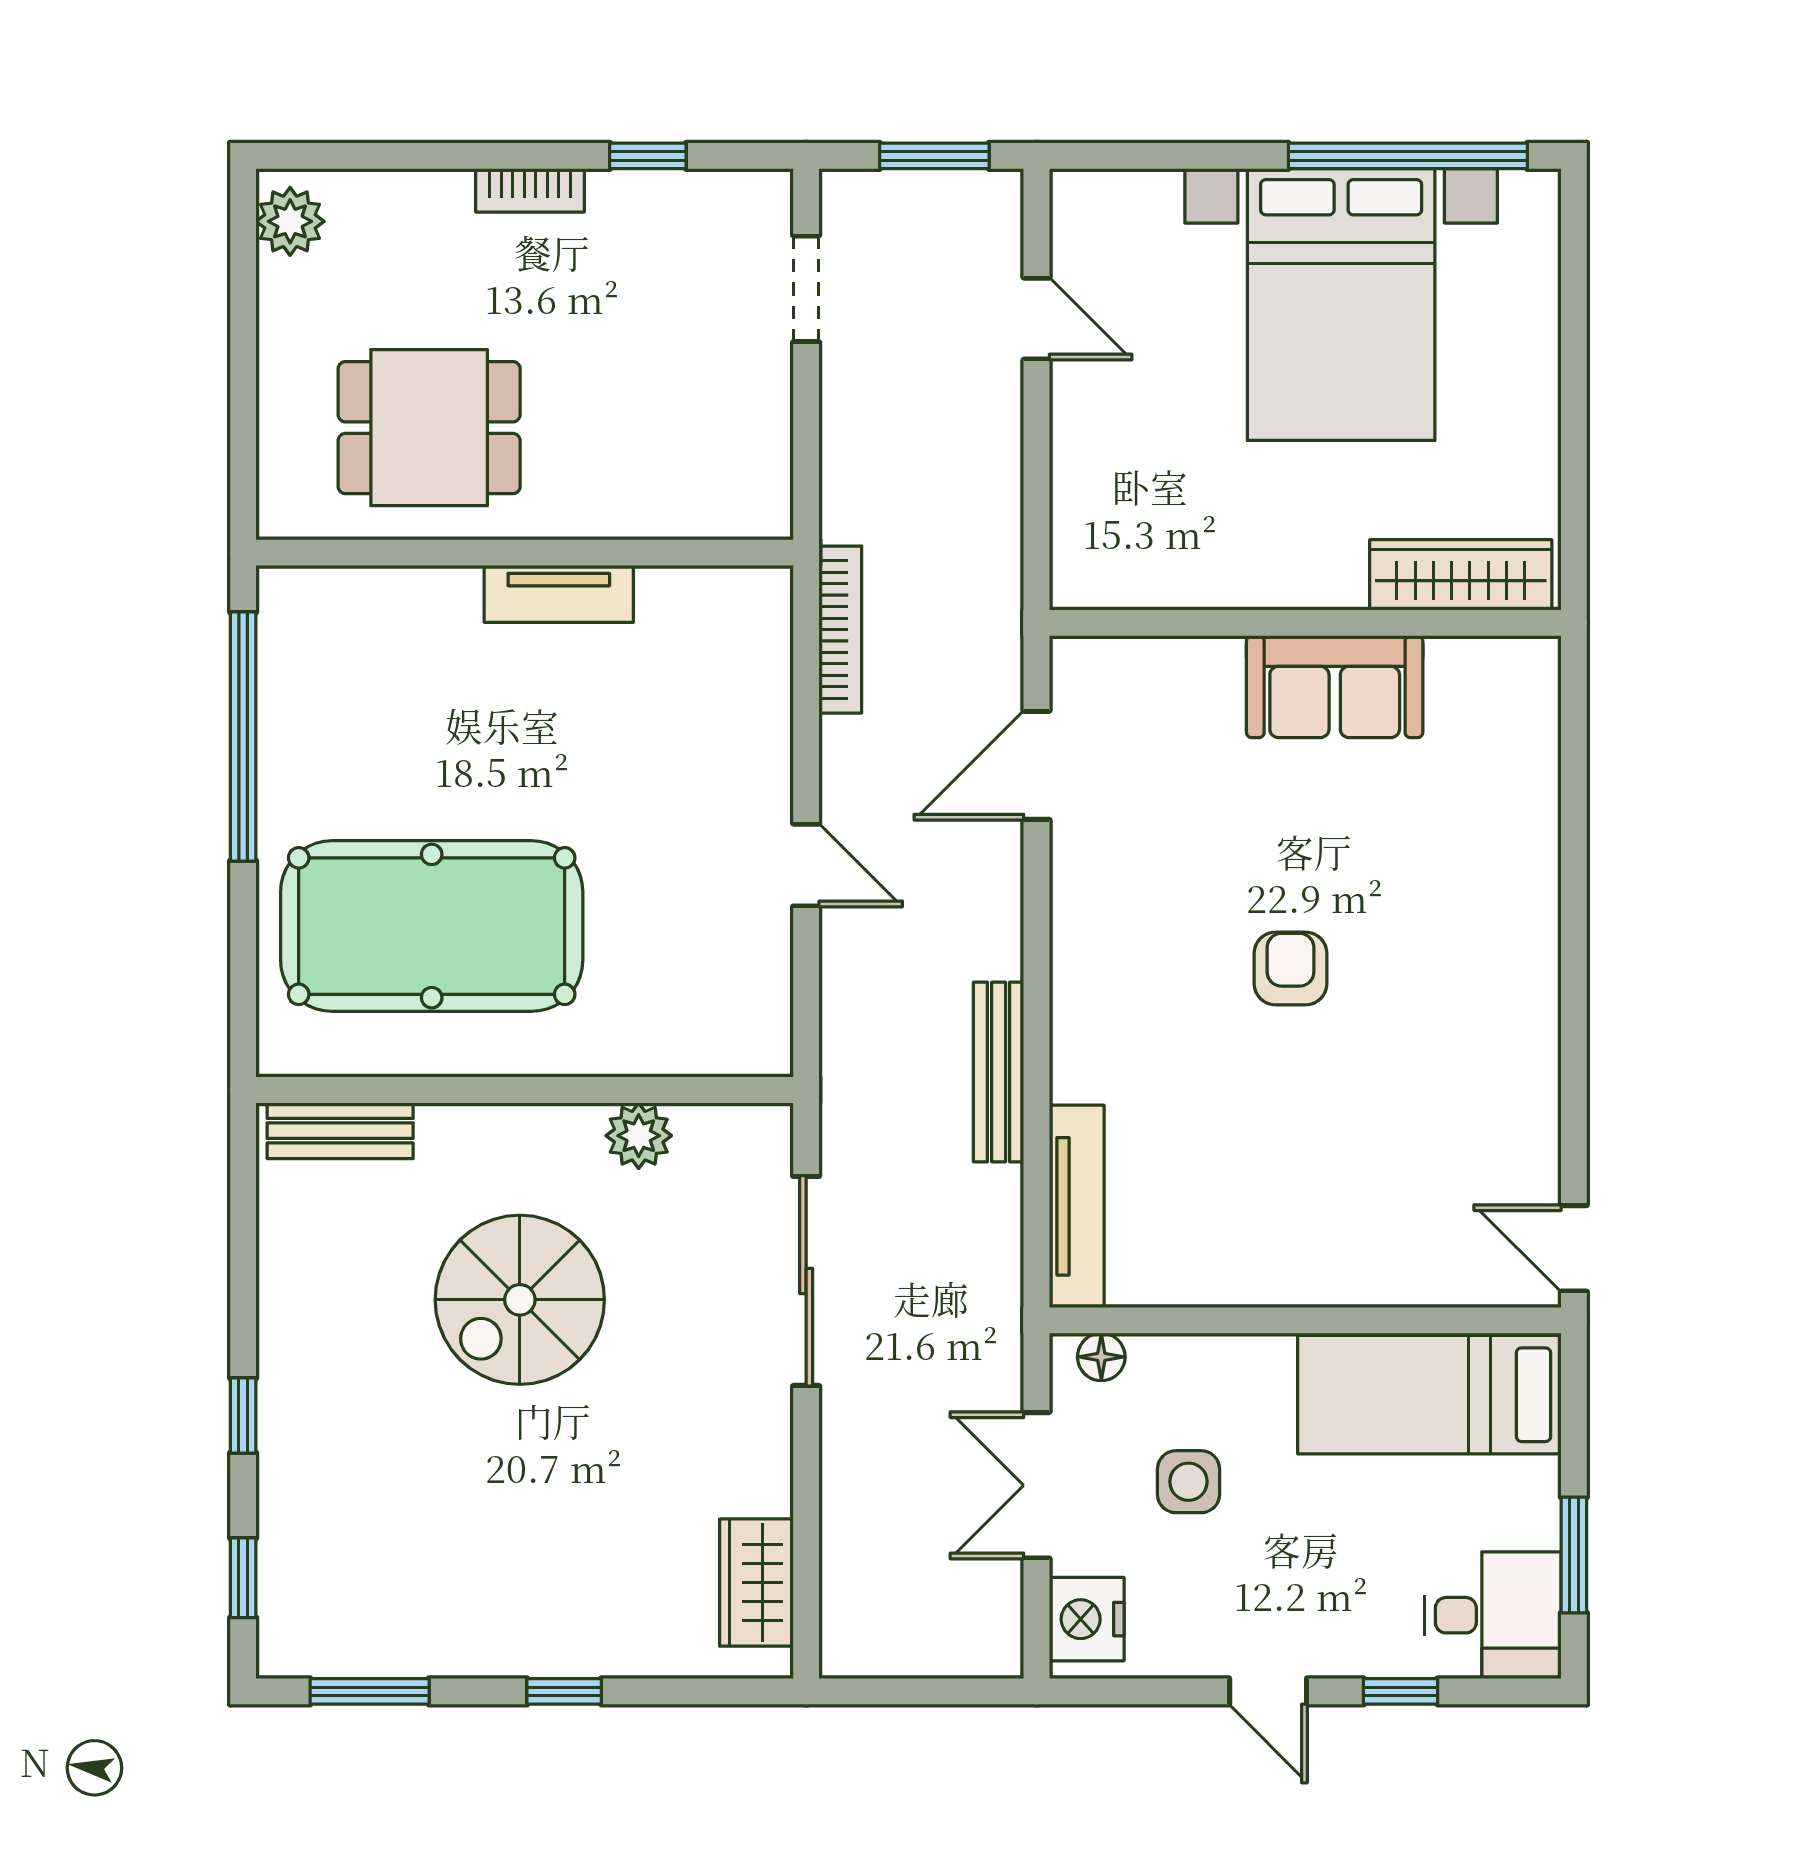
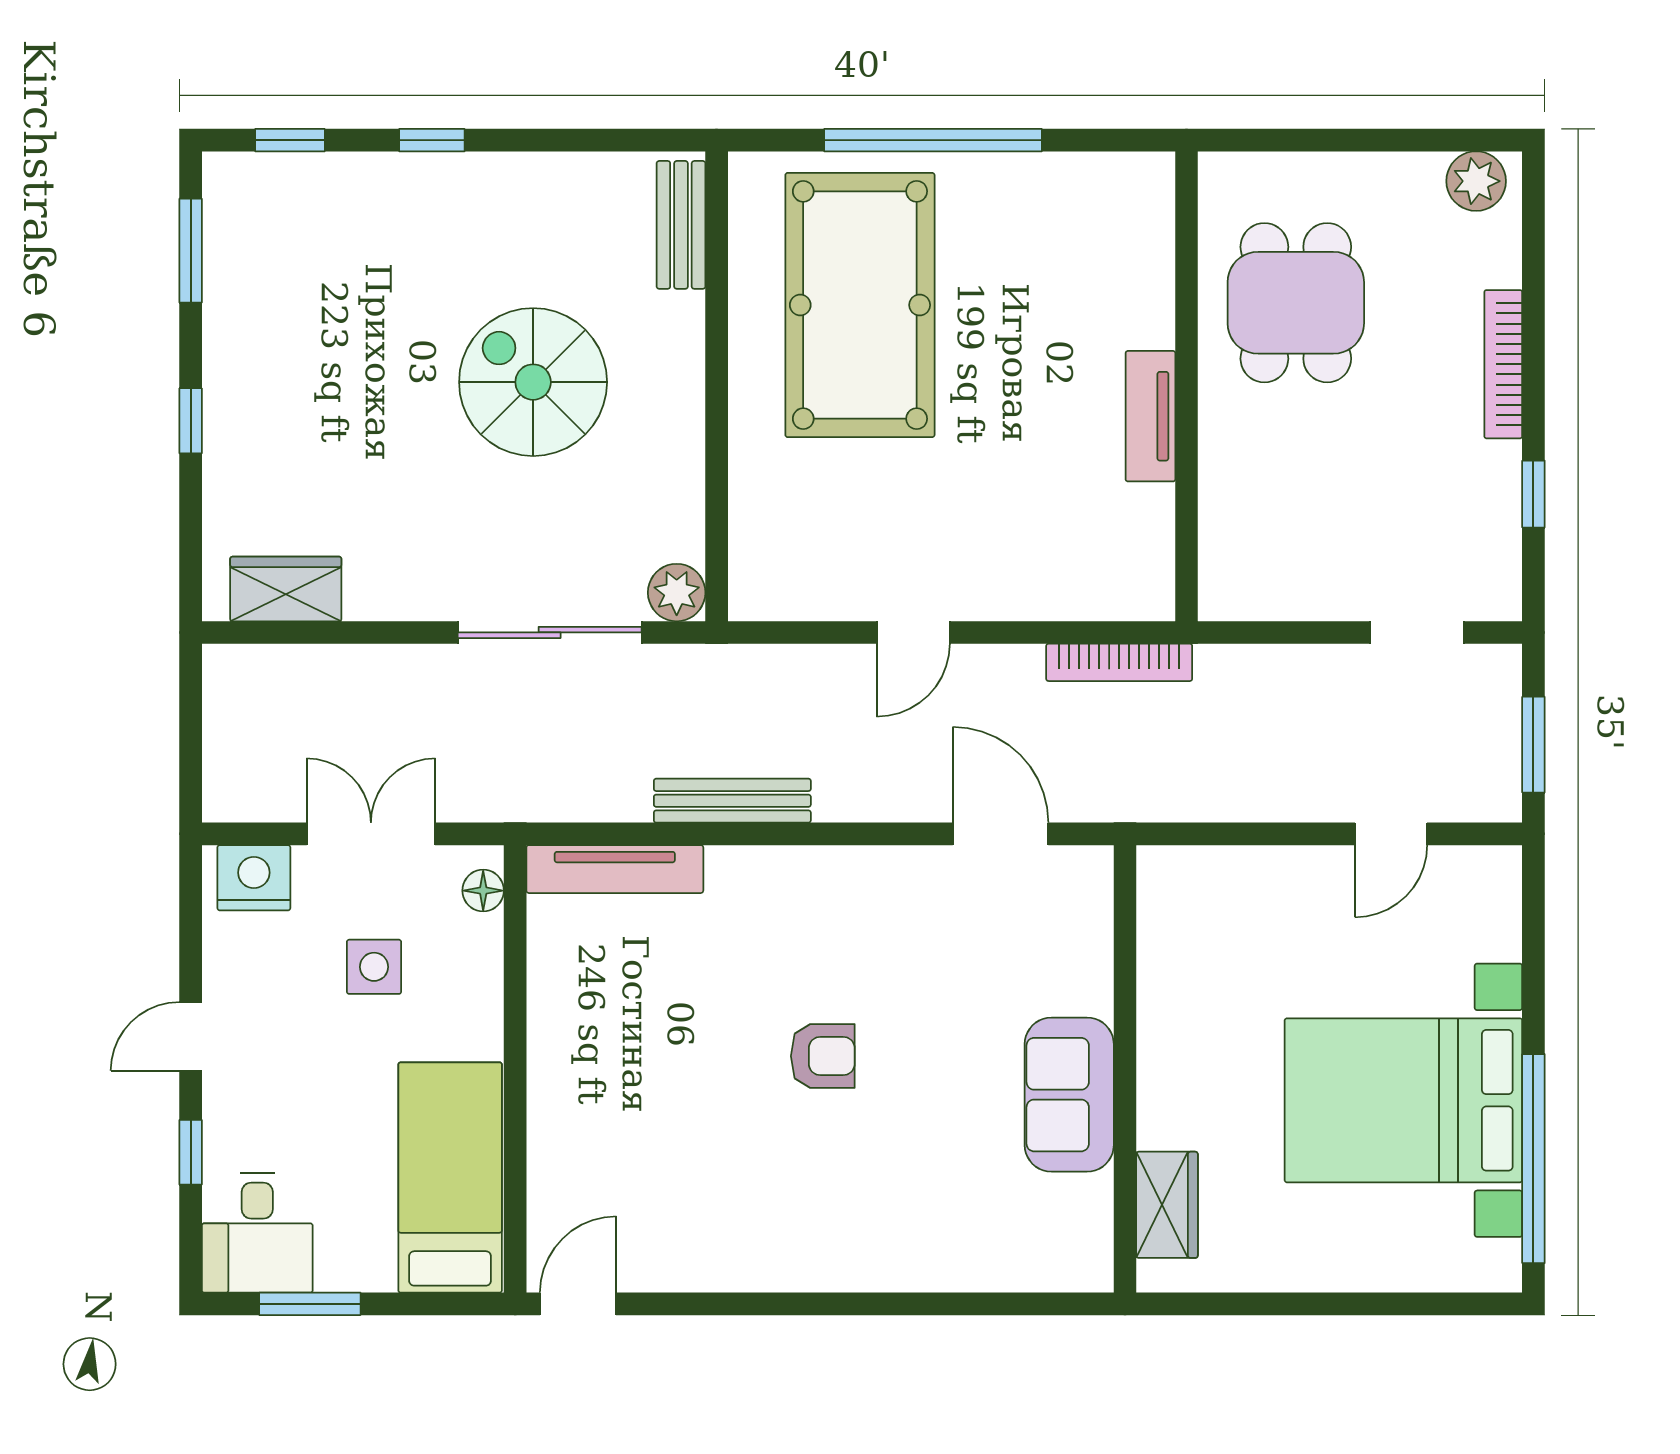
bookcase: (530, 190) -> (1503, 364), width x1.56
wardrobe: (1461, 575) -> (1167, 1205), width x0.67
window: (243, 737) -> (933, 140), moved
plant: (639, 1136) -> (677, 593), moved

